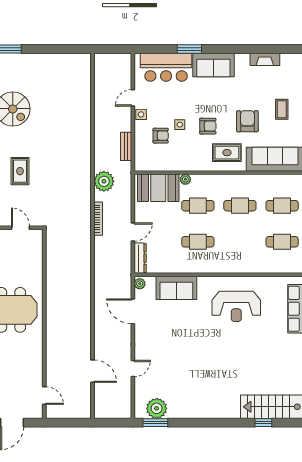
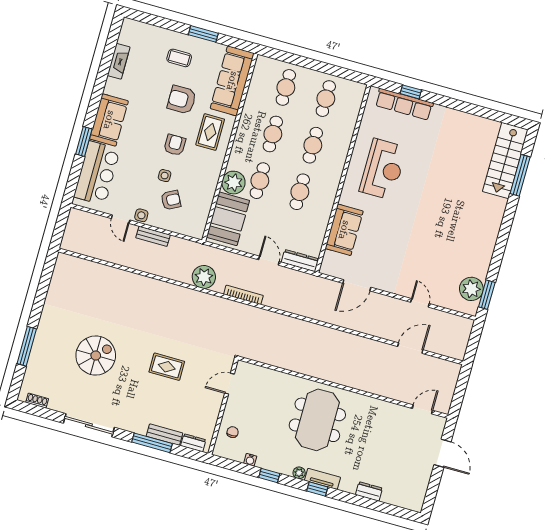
armchair: (161, 136) -> (171, 200), turned 62
bench: (126, 146) -> (153, 236), moved
plant: (185, 179) -> (233, 183), width x1.87, depth x1.87
cafe table: (240, 242) -> (313, 145), added
plant: (140, 284) -> (328, 269), removed
window: (263, 423) -> (520, 175), width x2.17

